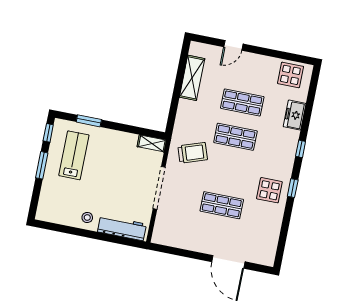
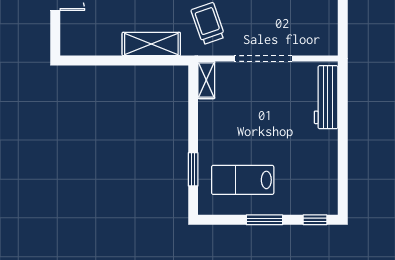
shelving: (192, 78) -> (151, 44), moved
window: (48, 133) -> (315, 220), moved
stool: (87, 217) -> (321, 146), removed

